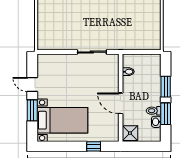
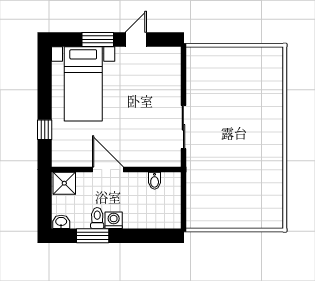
window: (166, 87) -> (133, 236), removed
washing machine: (155, 100) -> (114, 220), added
door: (121, 103) -> (108, 169), hinge flipped
washbasin: (156, 122) -> (61, 222), moved

